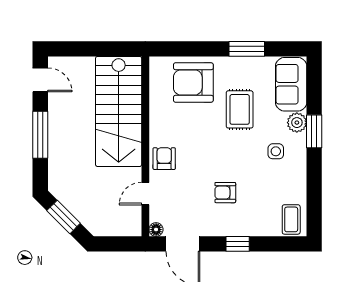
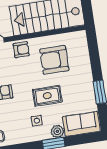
armchair: (193, 82) -> (54, 60), moved, turned -90
rug: (240, 109) -> (47, 96), moved

